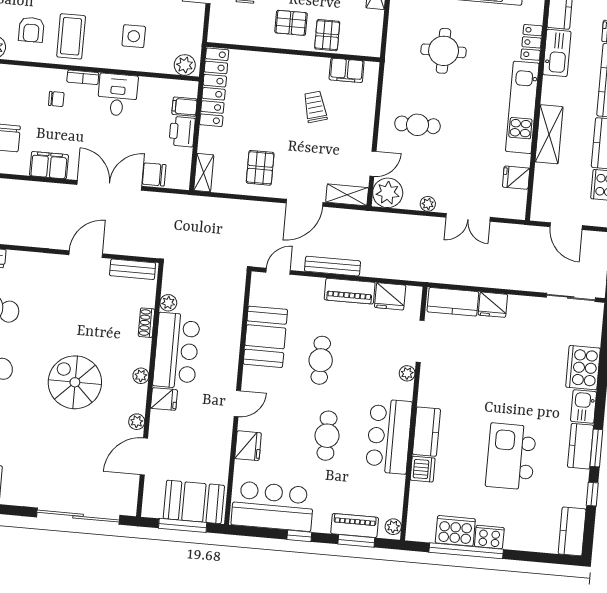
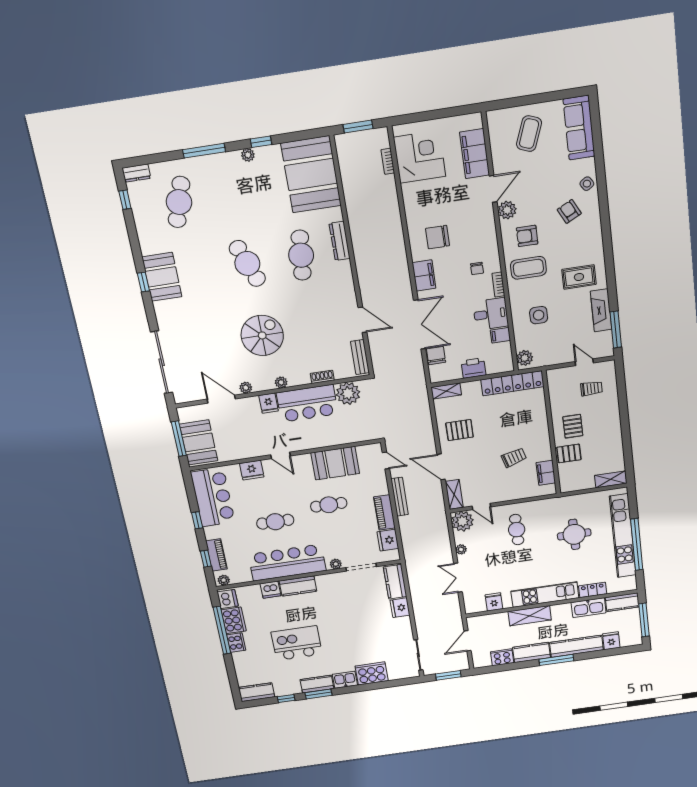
filing cabinet: (184, 107) -> (500, 335), moved, turned -90
plant: (168, 303) -> (348, 393), width x1.88, depth x1.88
bar counter: (389, 436) -> (287, 563), width x1.36
dishwasher: (422, 530) -> (228, 599), added
window: (356, 541) -> (206, 559), width x0.67

